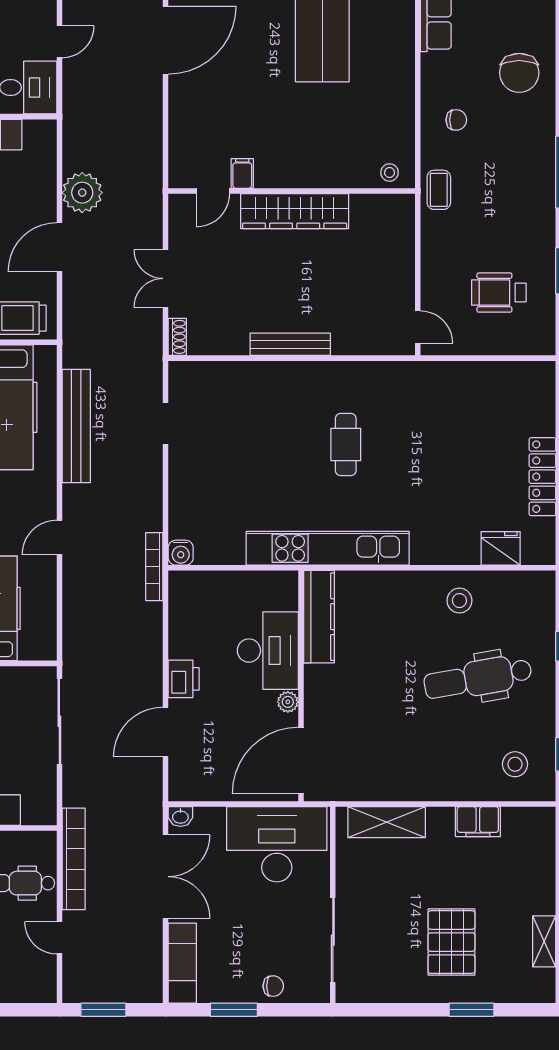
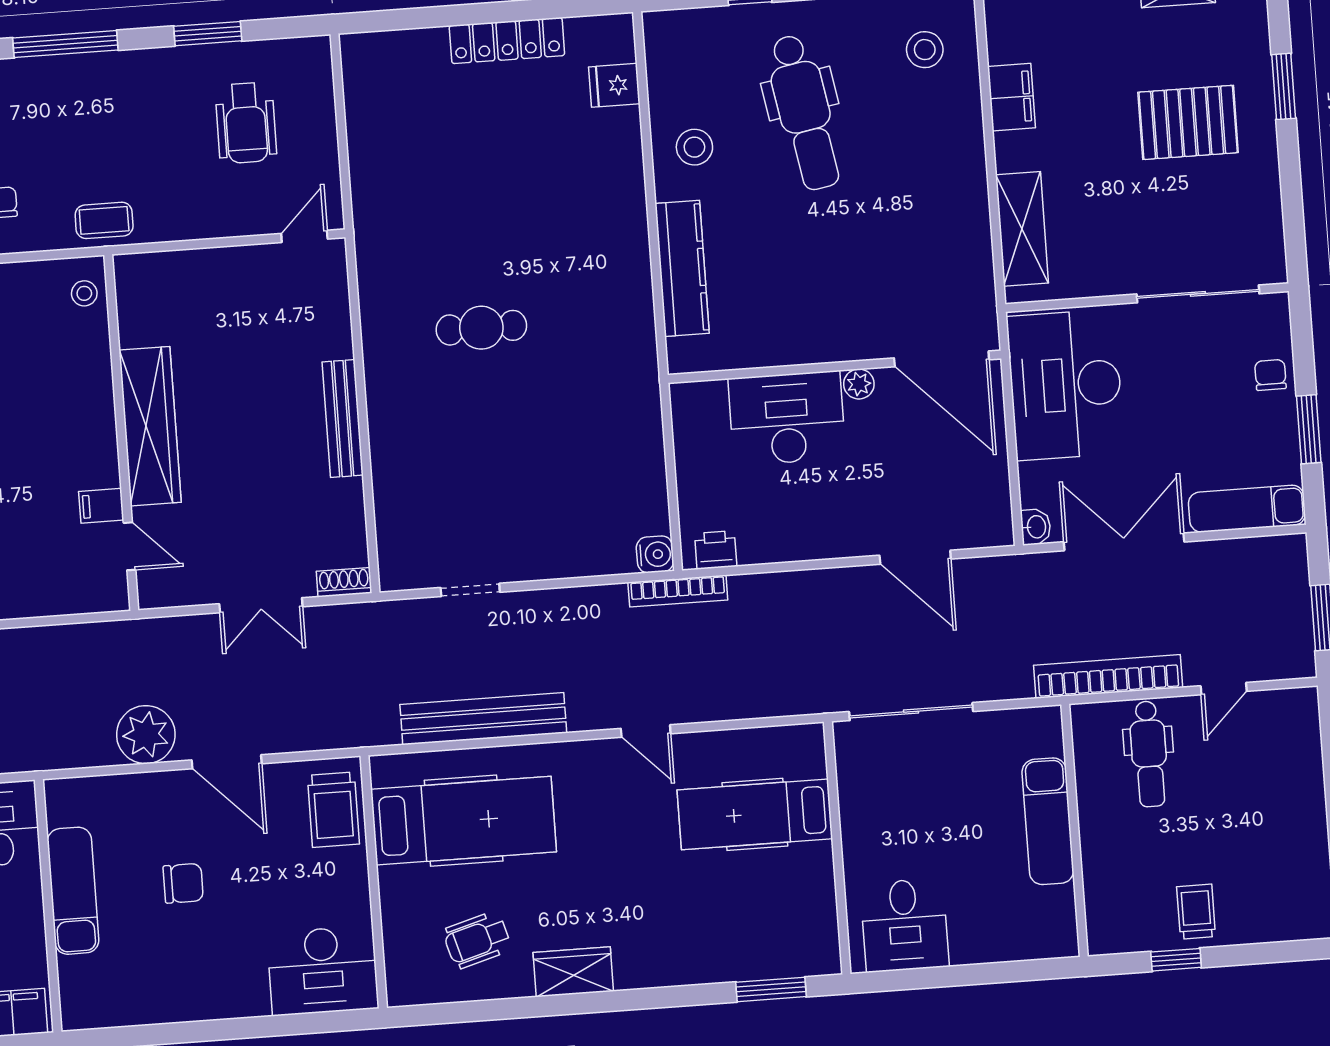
kitchen unit: (328, 548) -> (633, 343), removed
fridge: (501, 548) -> (614, 85), width x0.72
kitchen counter: (319, 617) -> (682, 268), moved, turned 90
printer: (184, 679) -> (716, 550), moved, width x0.73, depth x0.81

